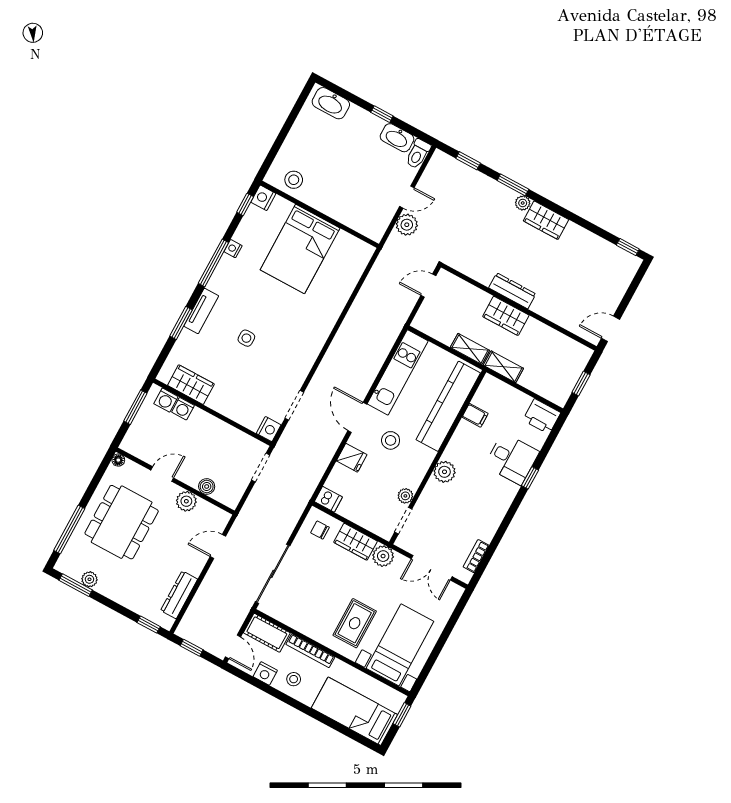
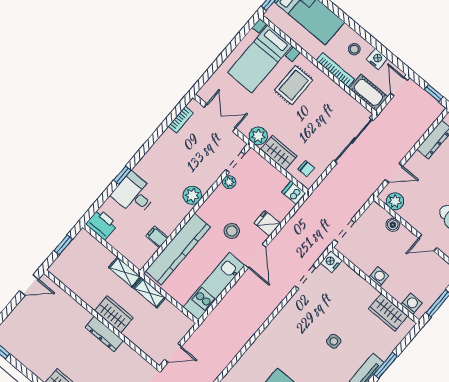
washing machine: (183, 409) -> (379, 277), moved
plant: (186, 501) -> (395, 201), moved

